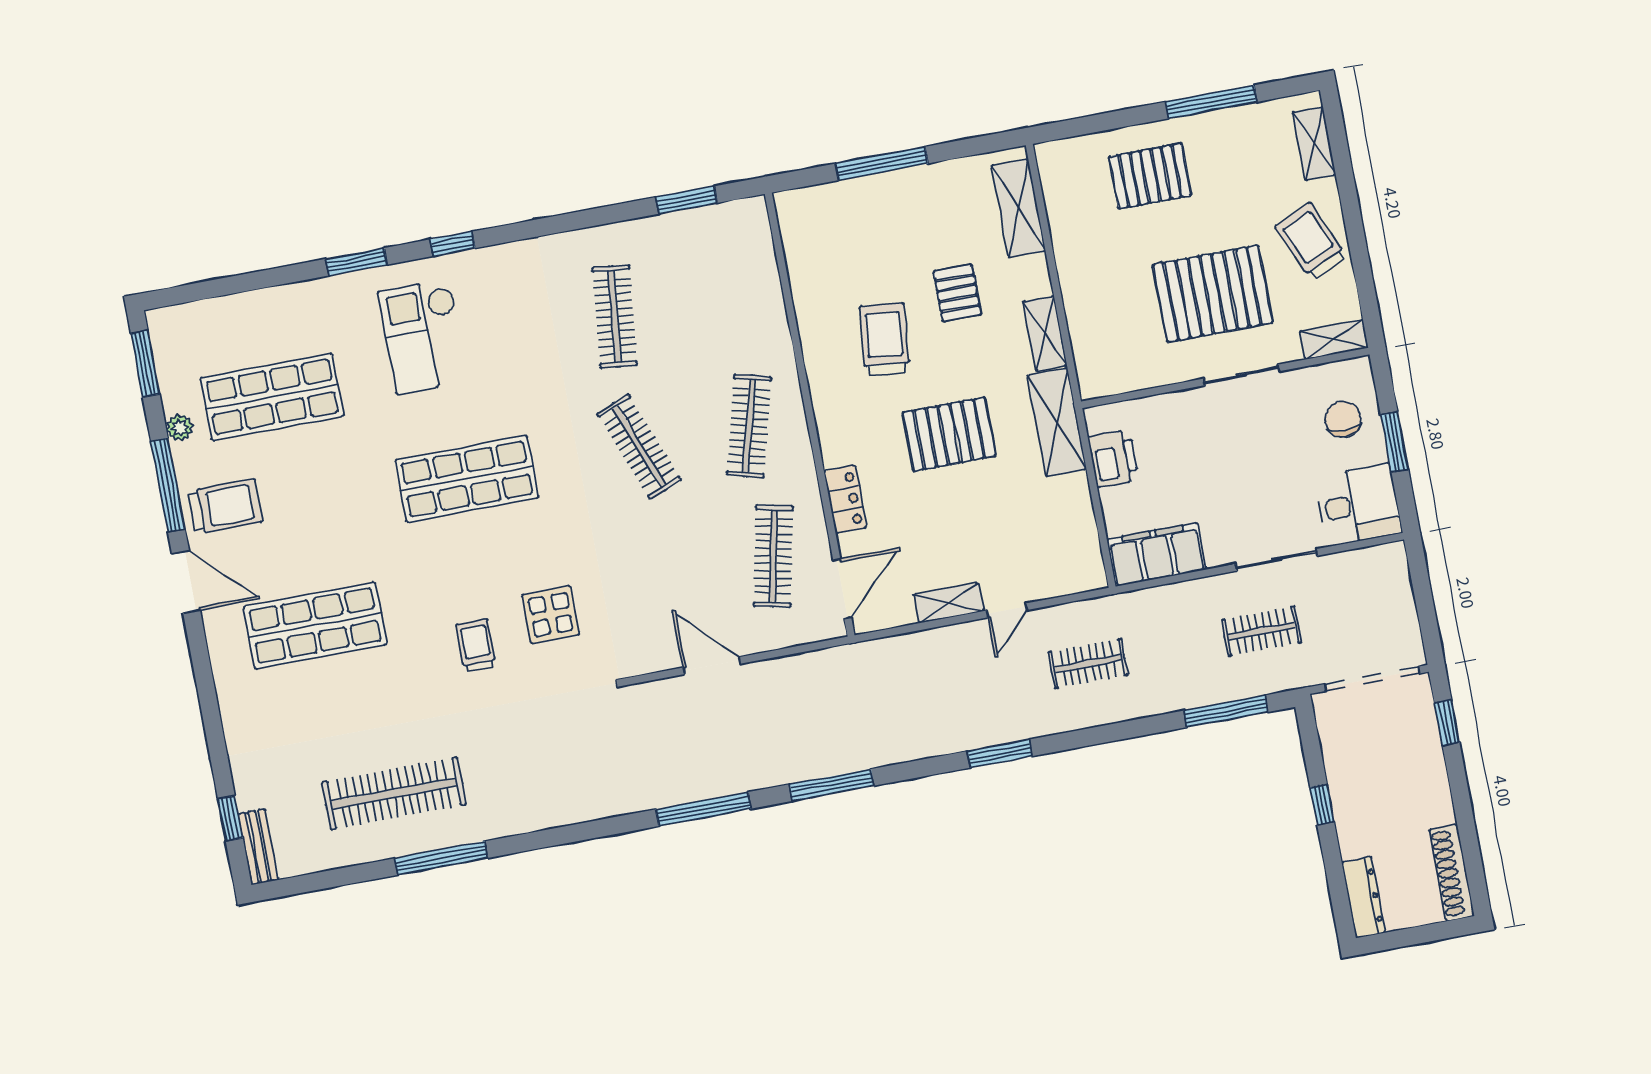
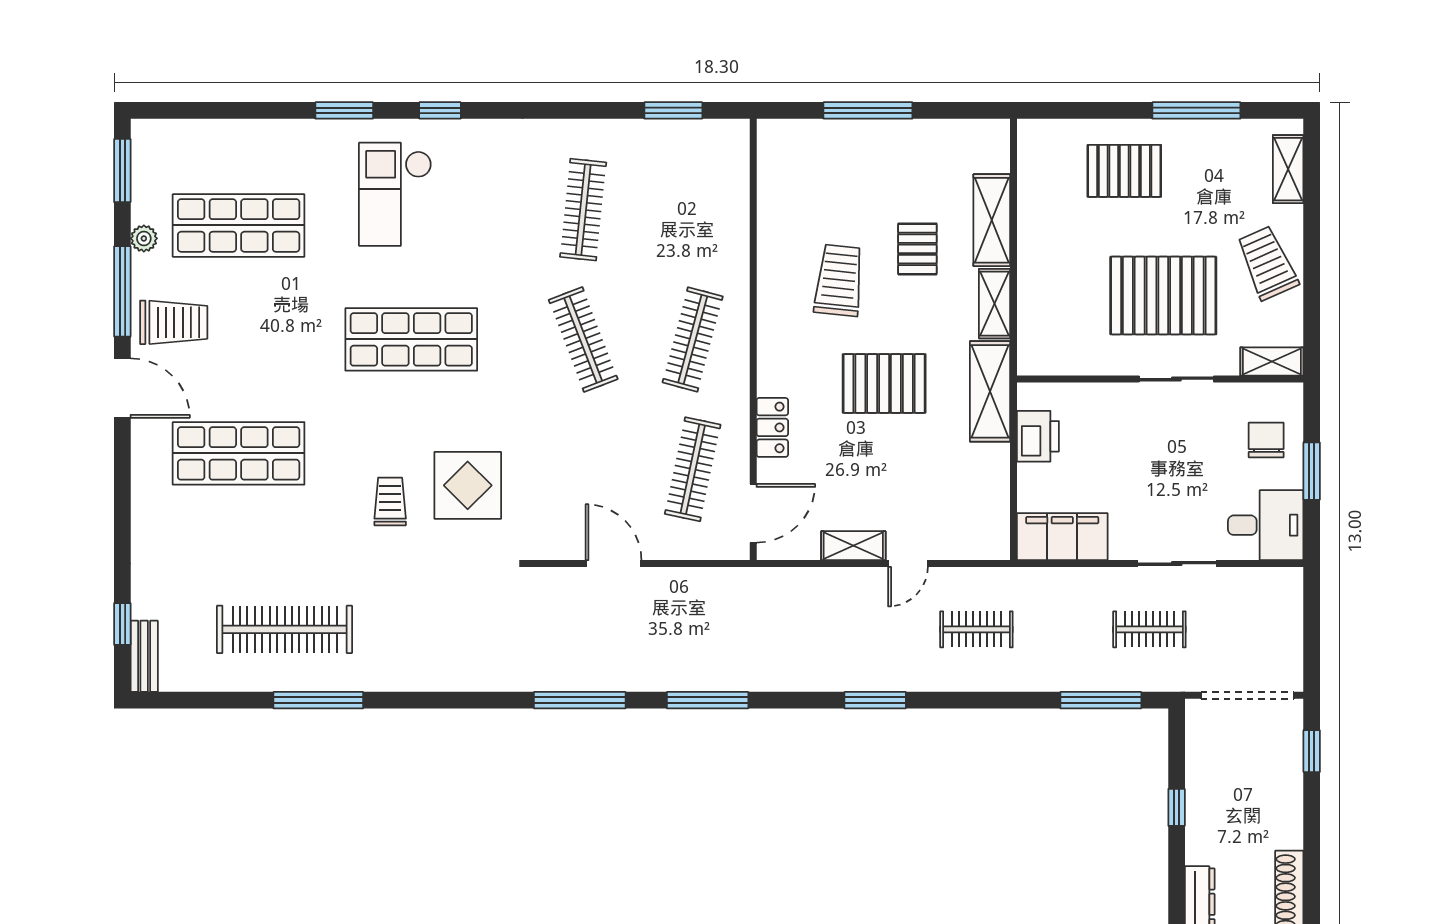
shelving: (1019, 208) -> (992, 220), moved
display table: (551, 615) -> (468, 485), width x1.36, depth x1.36

